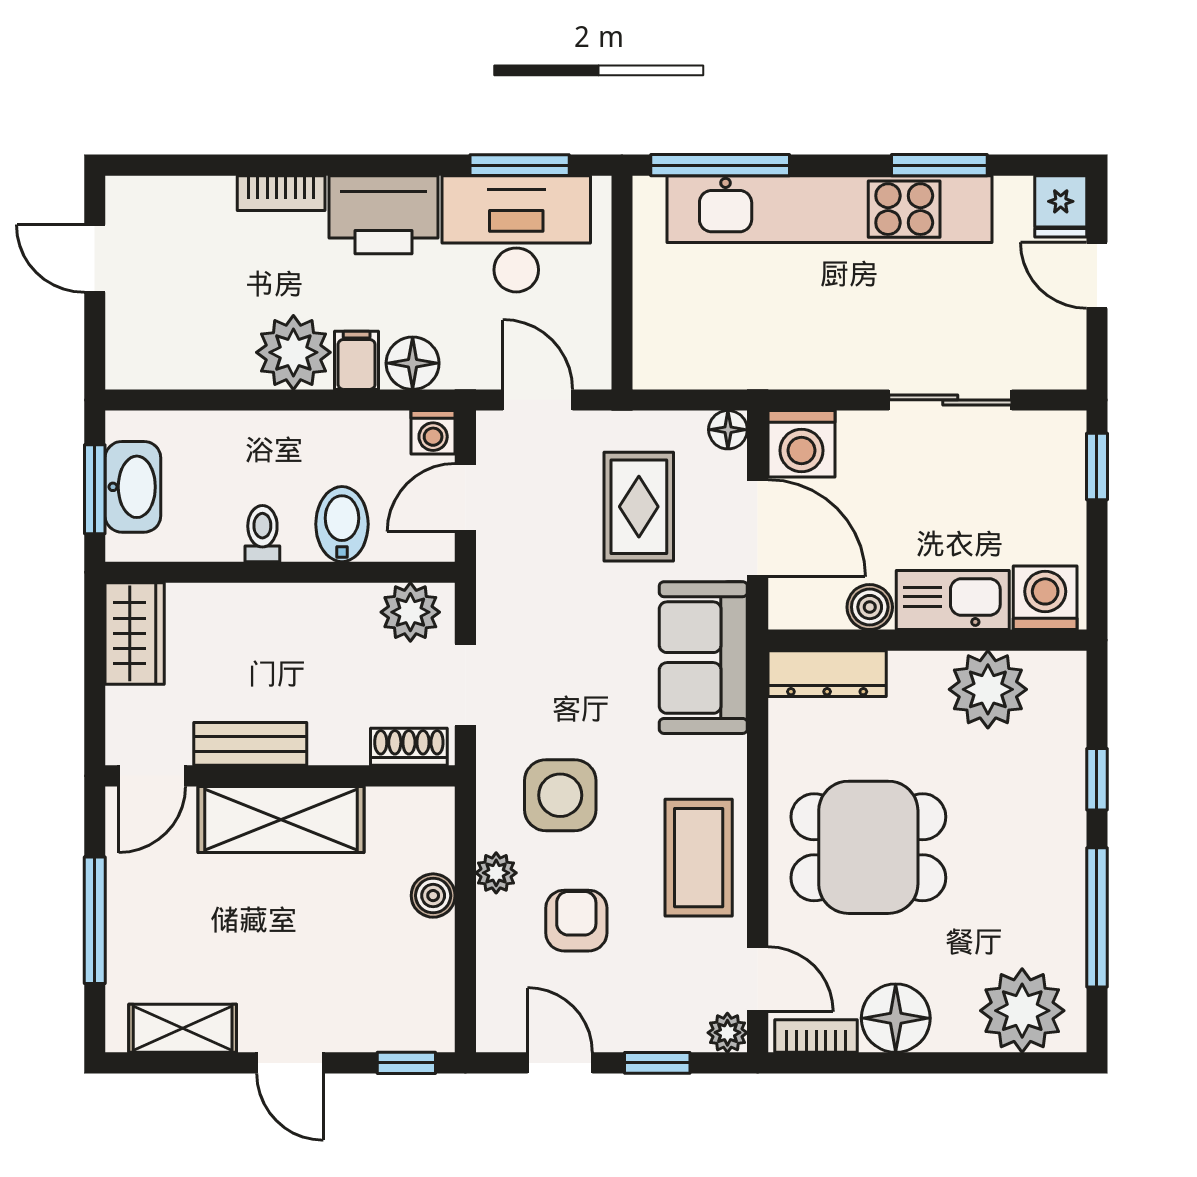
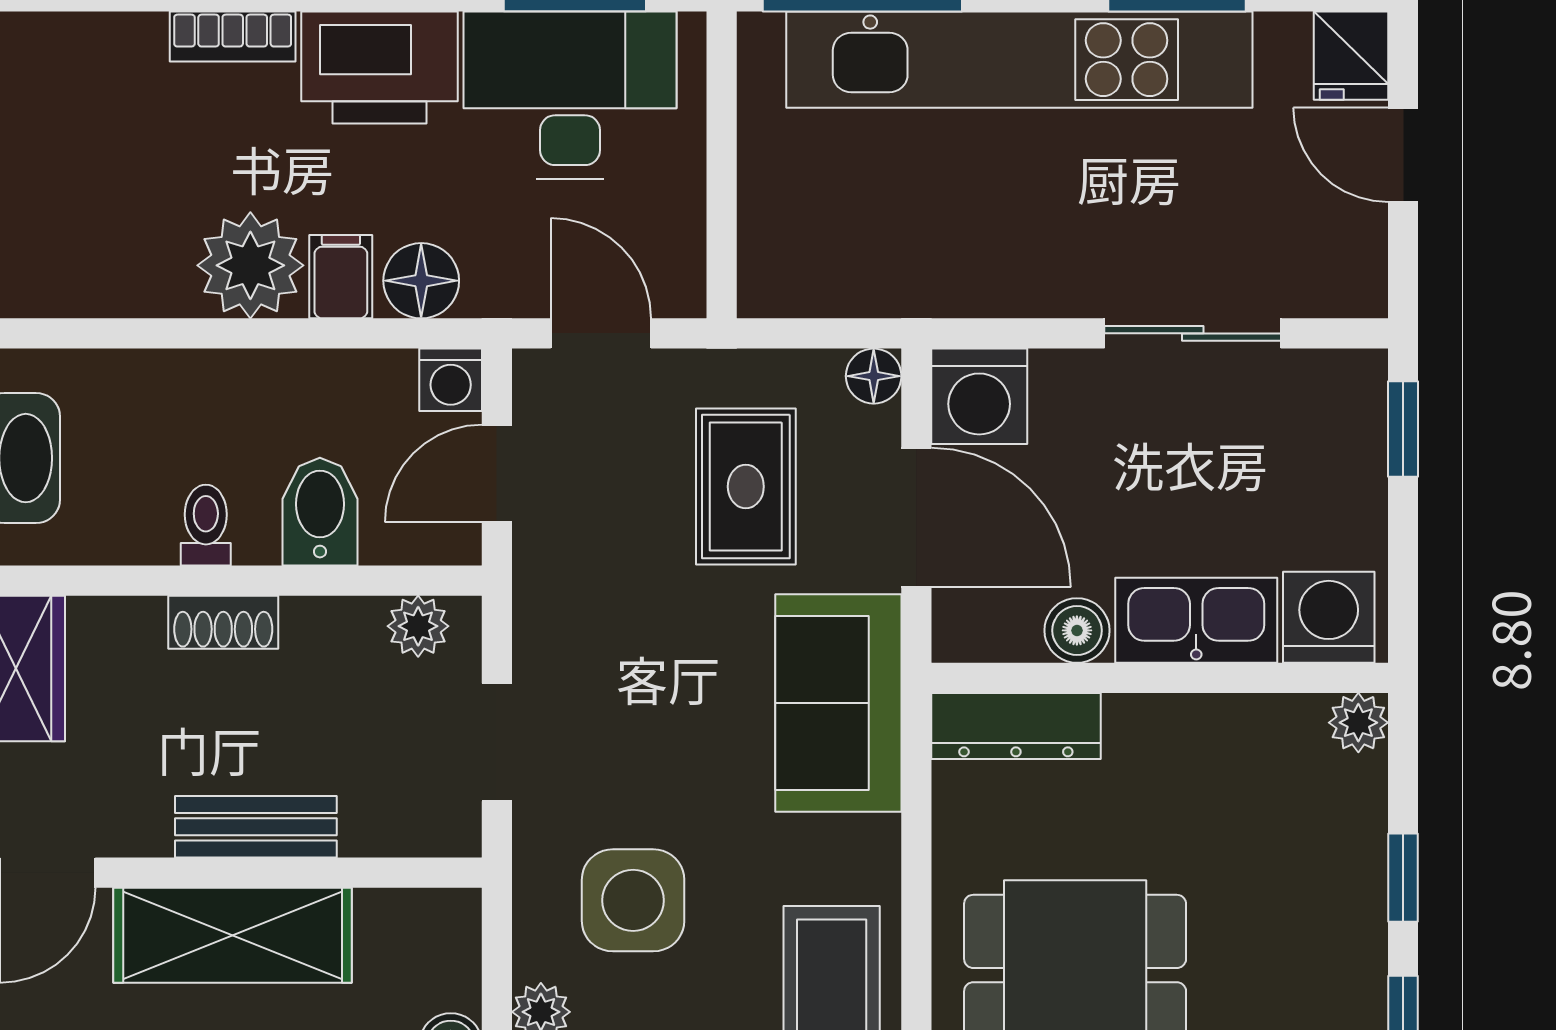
plant: (410, 612) -> (418, 626), width x0.73, depth x0.73
plant: (988, 689) -> (1358, 723), moved, width x0.53, depth x0.53
bench: (250, 744) -> (256, 827), moved
shoe rack: (409, 747) -> (223, 622), moved, turned 180

